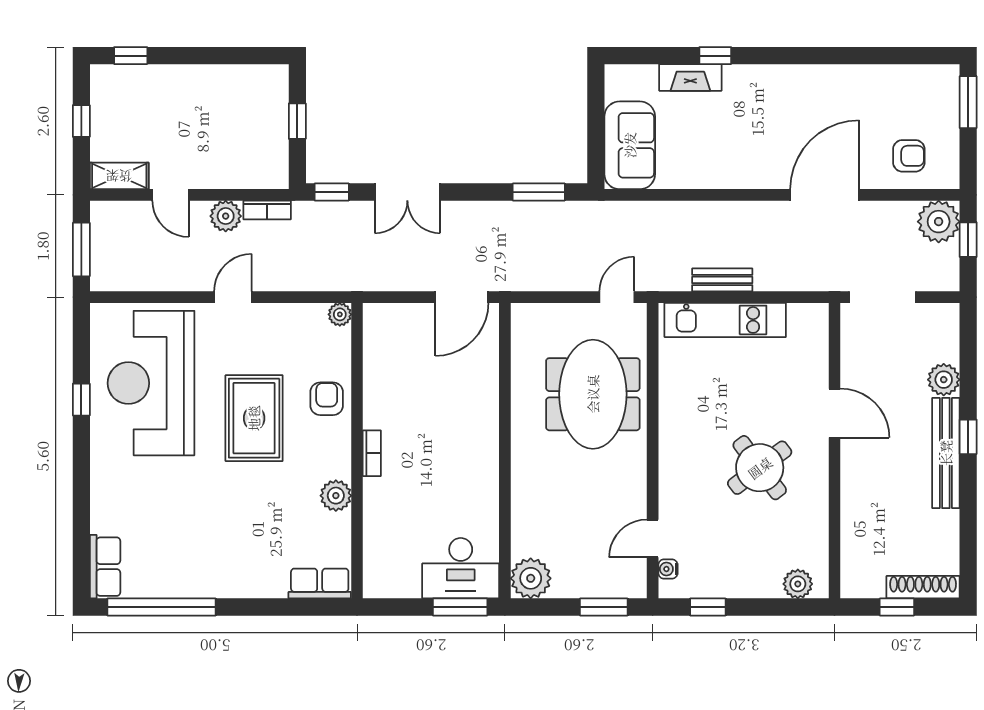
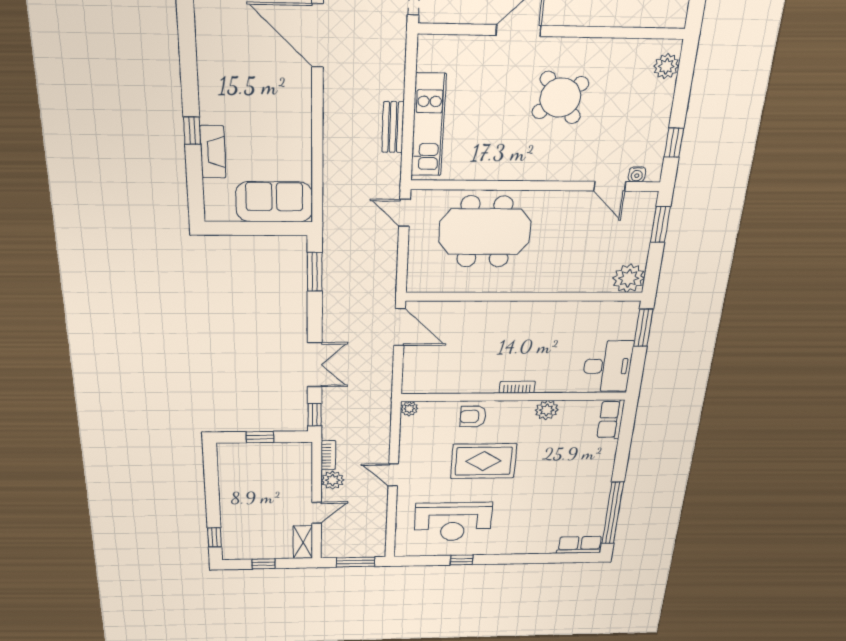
reception desk: (151, 383) -> (453, 522), width x0.74, depth x0.77
desk: (461, 568) -> (607, 366), moved

